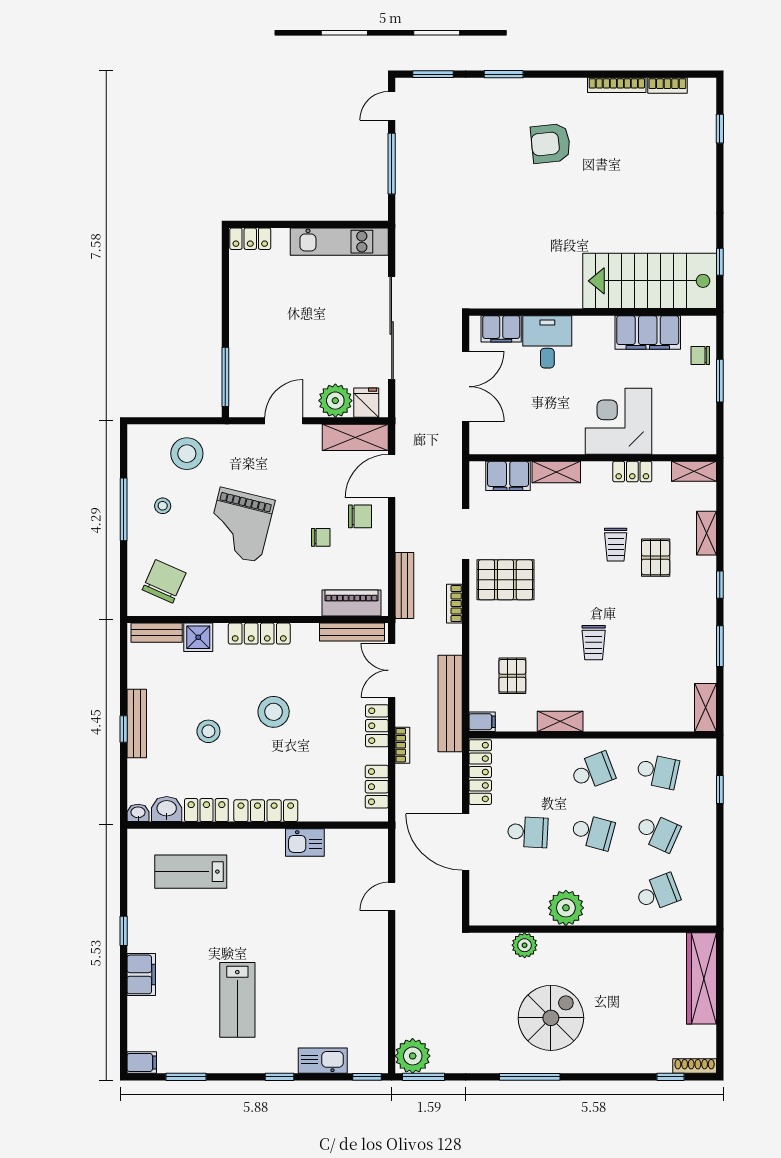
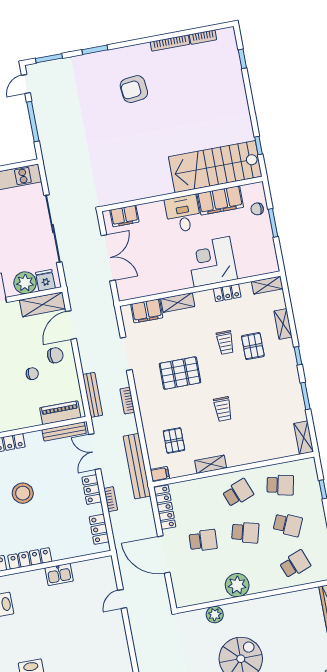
desk: (547, 342) -> (183, 214), moved
pallet: (505, 580) -> (180, 373), moved

